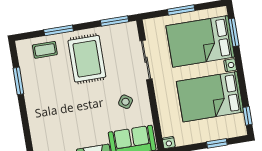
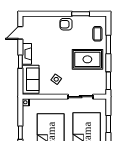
armchair: (38, 101) -> (66, 24), added

